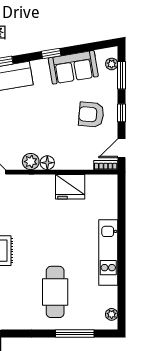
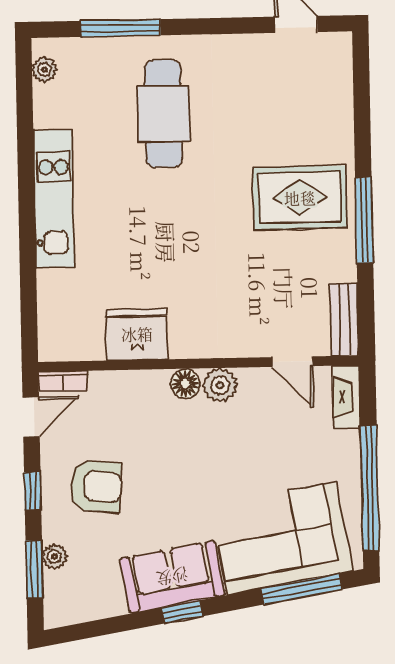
plant: (112, 64) -> (55, 556), moved
sofa: (73, 67) -> (172, 577), moved

